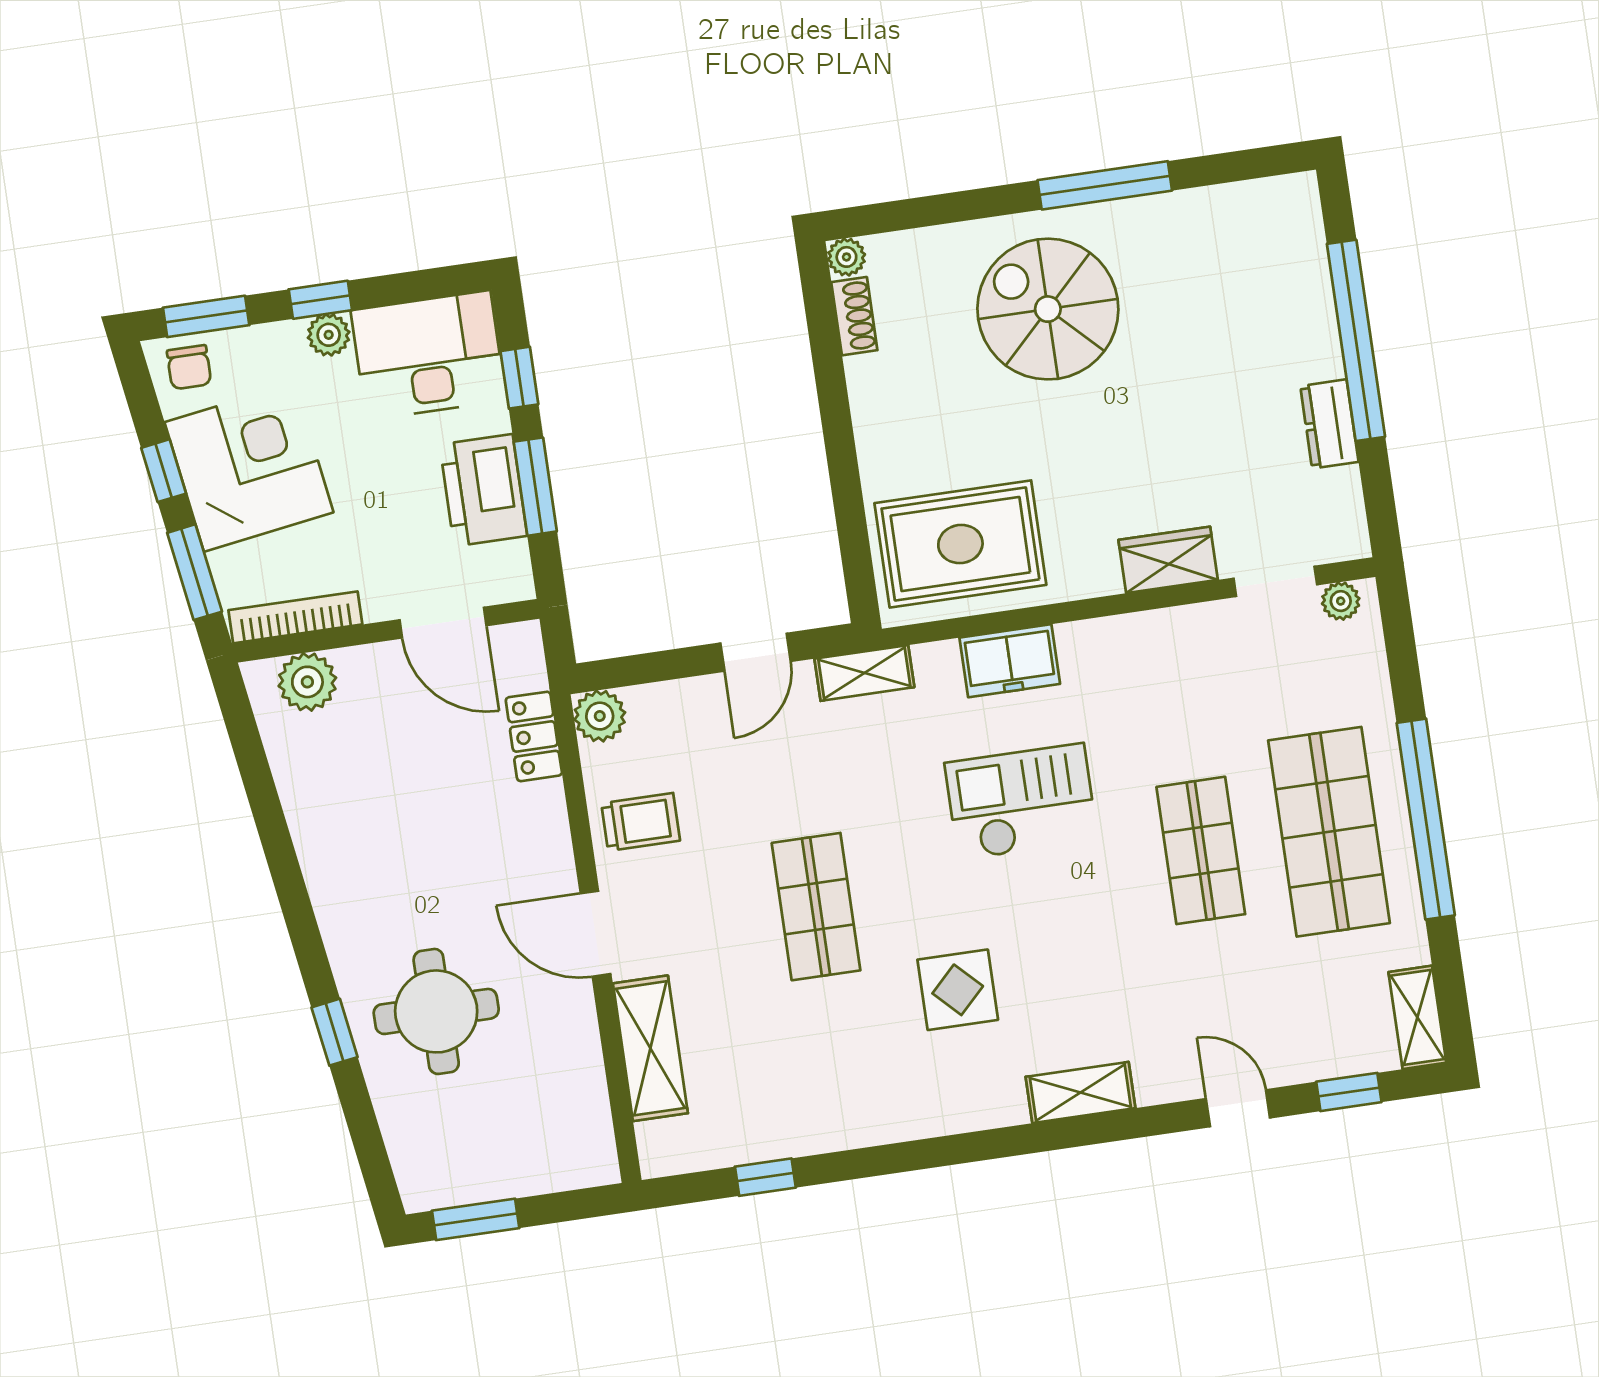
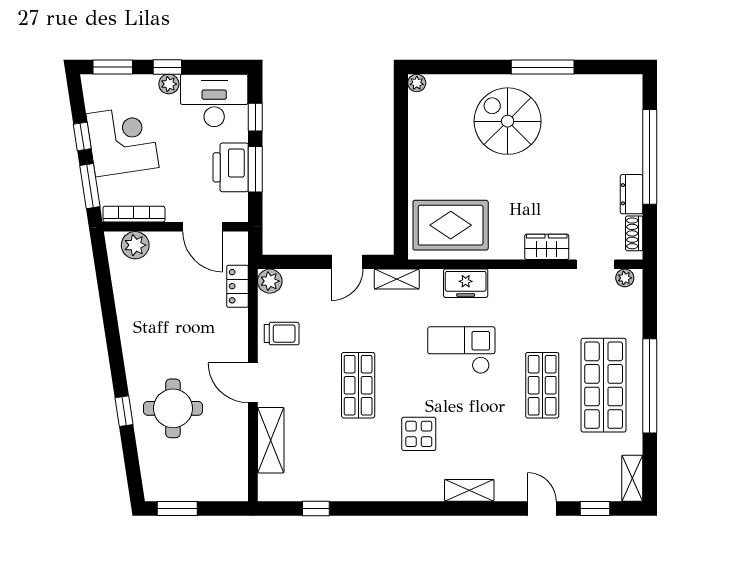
shoe rack: (854, 316) -> (634, 233), moved, turned 180
chair: (189, 367) -> (101, 90), removed

